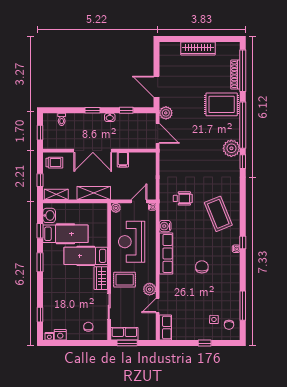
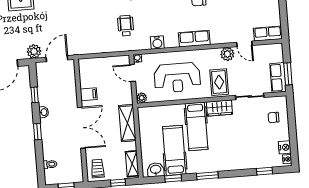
row of seats: (166, 253) -> (194, 39), width x0.68

